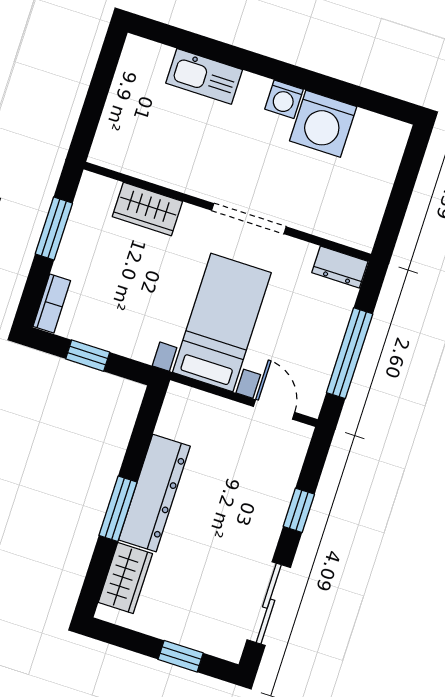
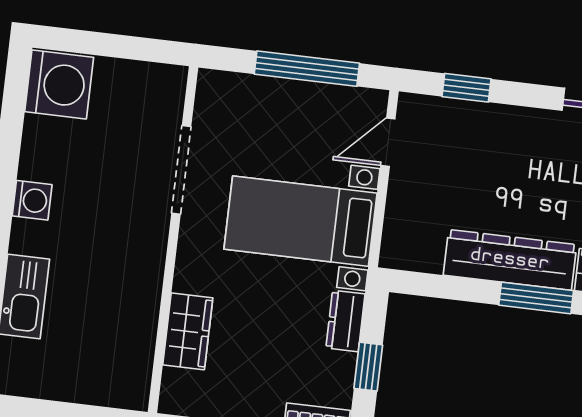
washing machine: (323, 124) -> (59, 85), moved
doorway: (249, 219) -> (181, 170), moved
dresser: (340, 267) -> (345, 321), moved, turned 180
window: (299, 510) -> (467, 88), moved

